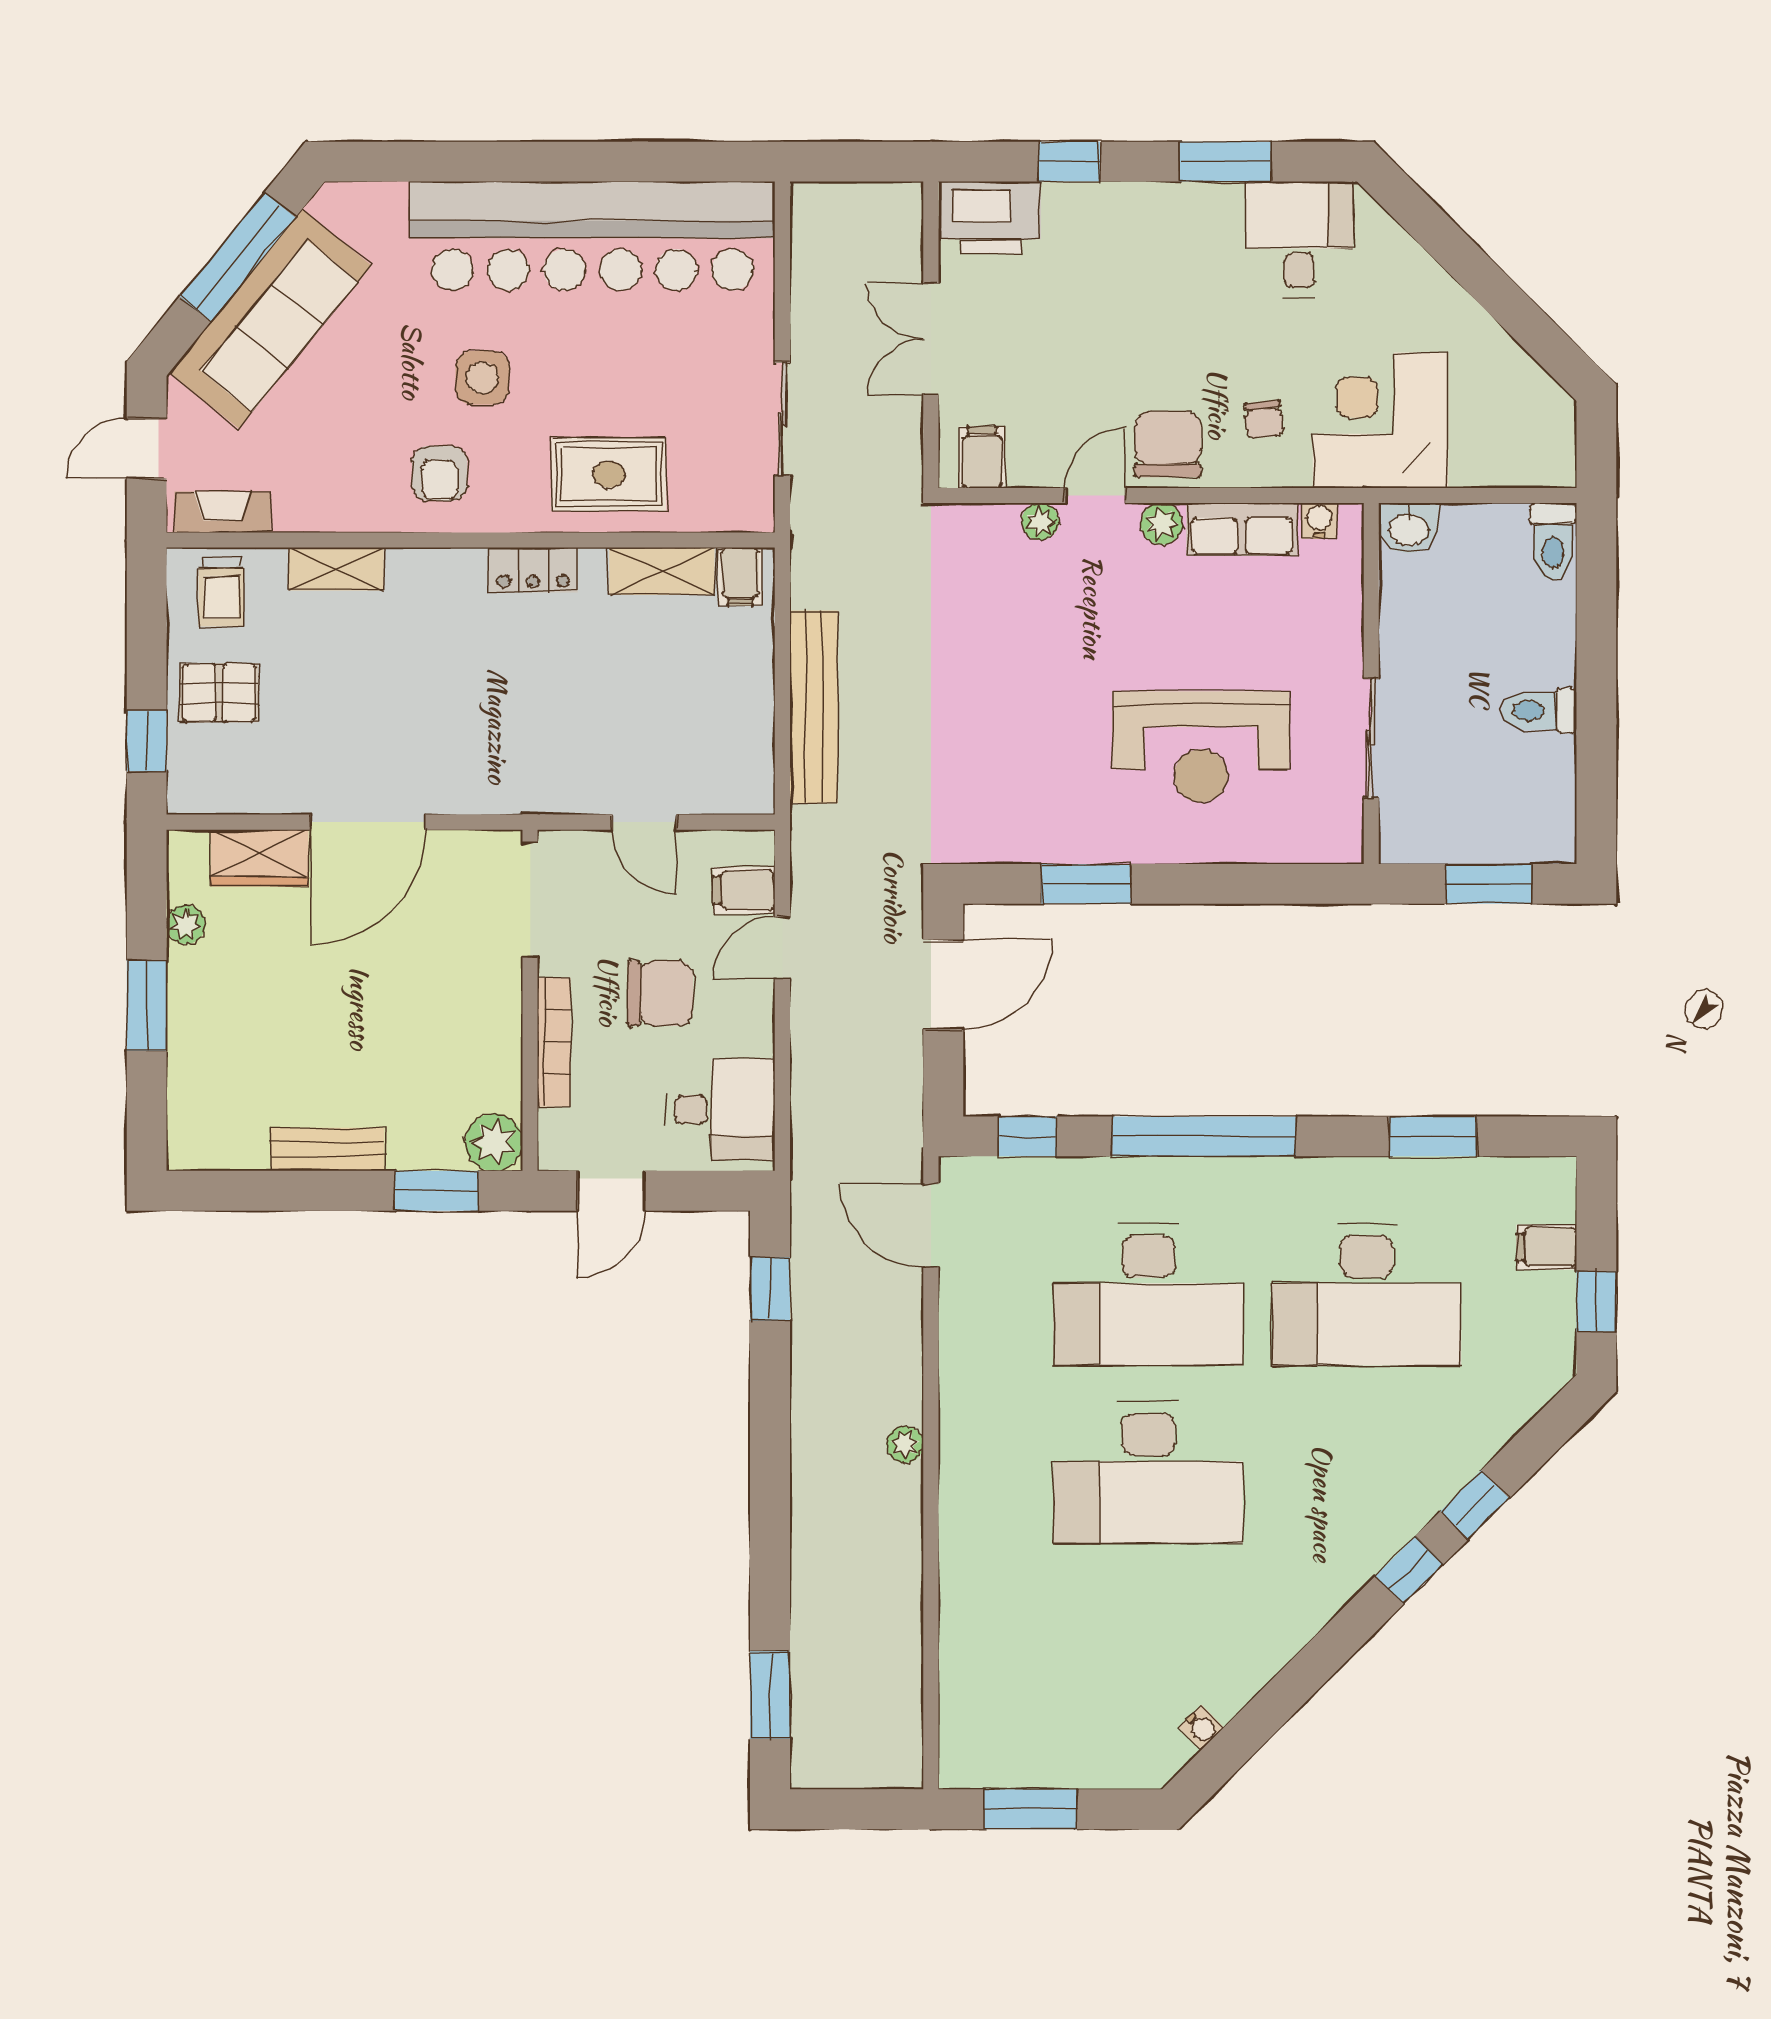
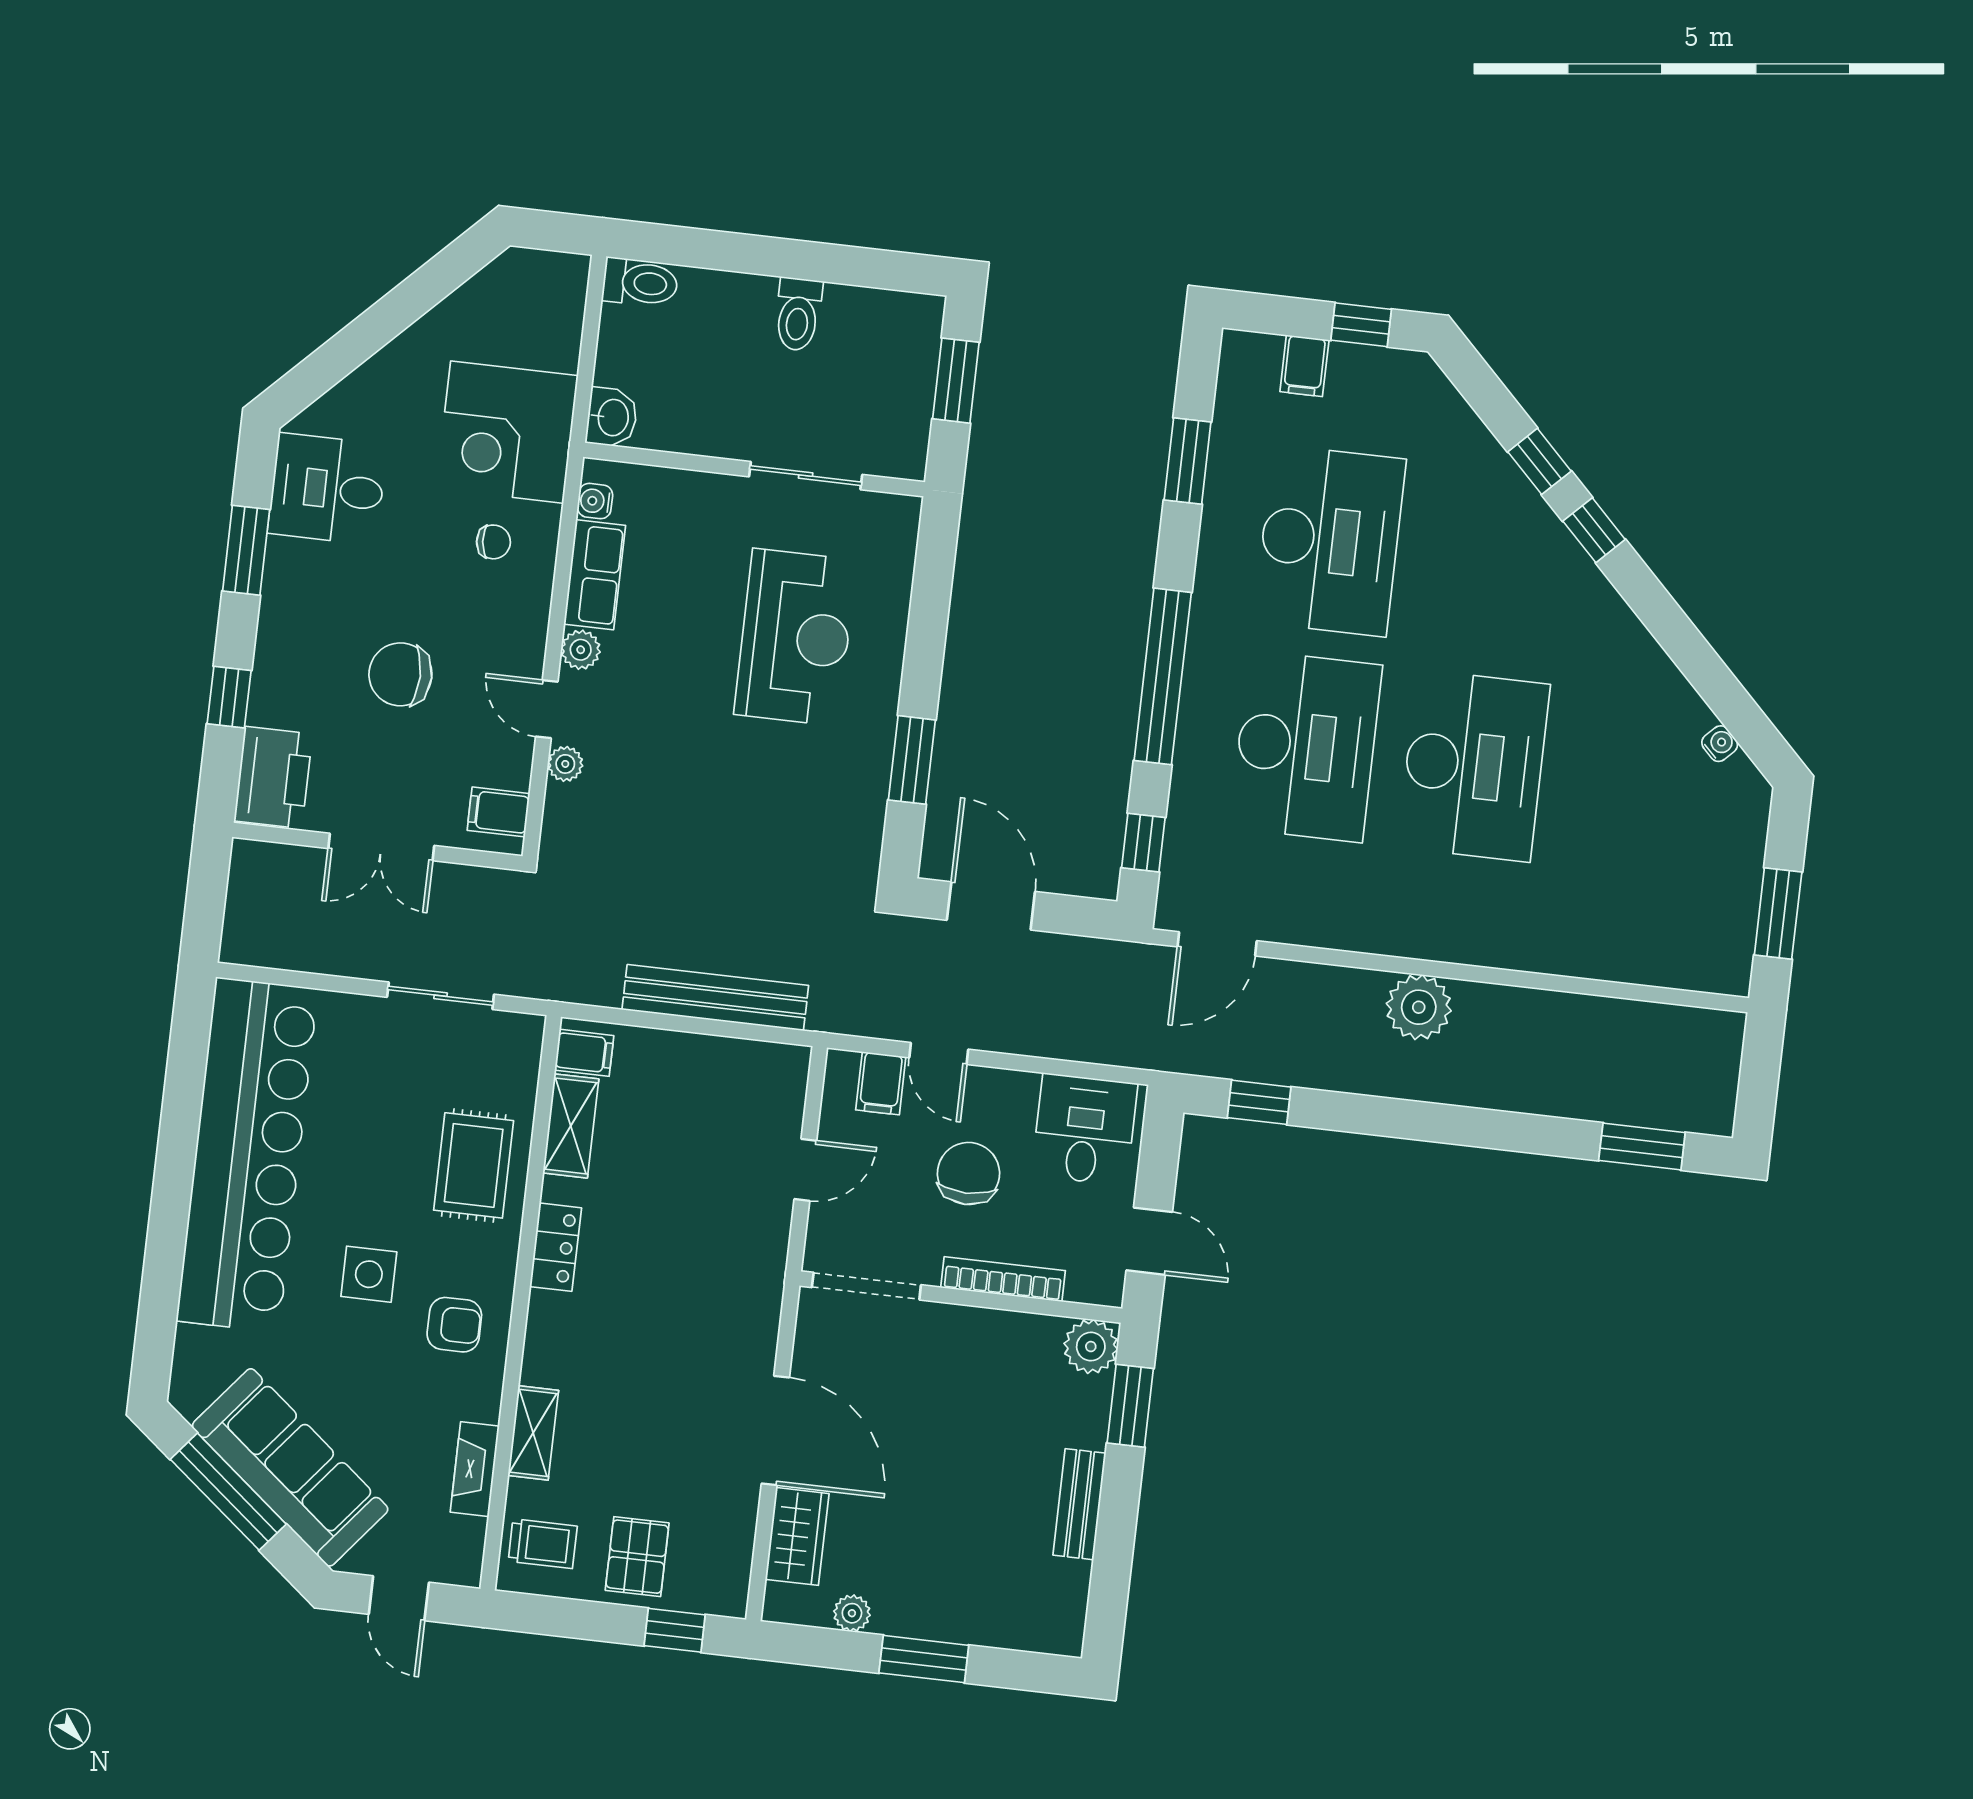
chair: (1168, 444) -> (400, 674), moved
fireplace: (223, 512) -> (475, 1469), moved
plant: (905, 1444) -> (1419, 1007), width x1.87, depth x1.87

